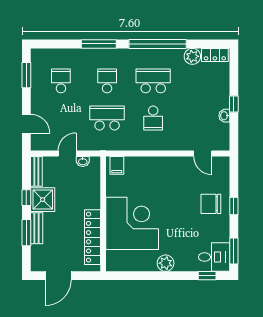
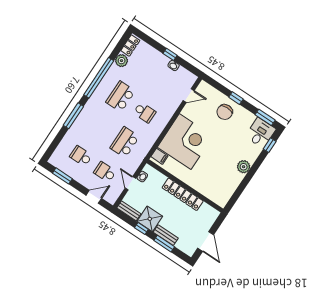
school desk: (107, 81) -> (105, 172), moved
corner desk: (132, 223) -> (185, 142), moved, turned 90
locker: (92, 237) -> (183, 194), moved

